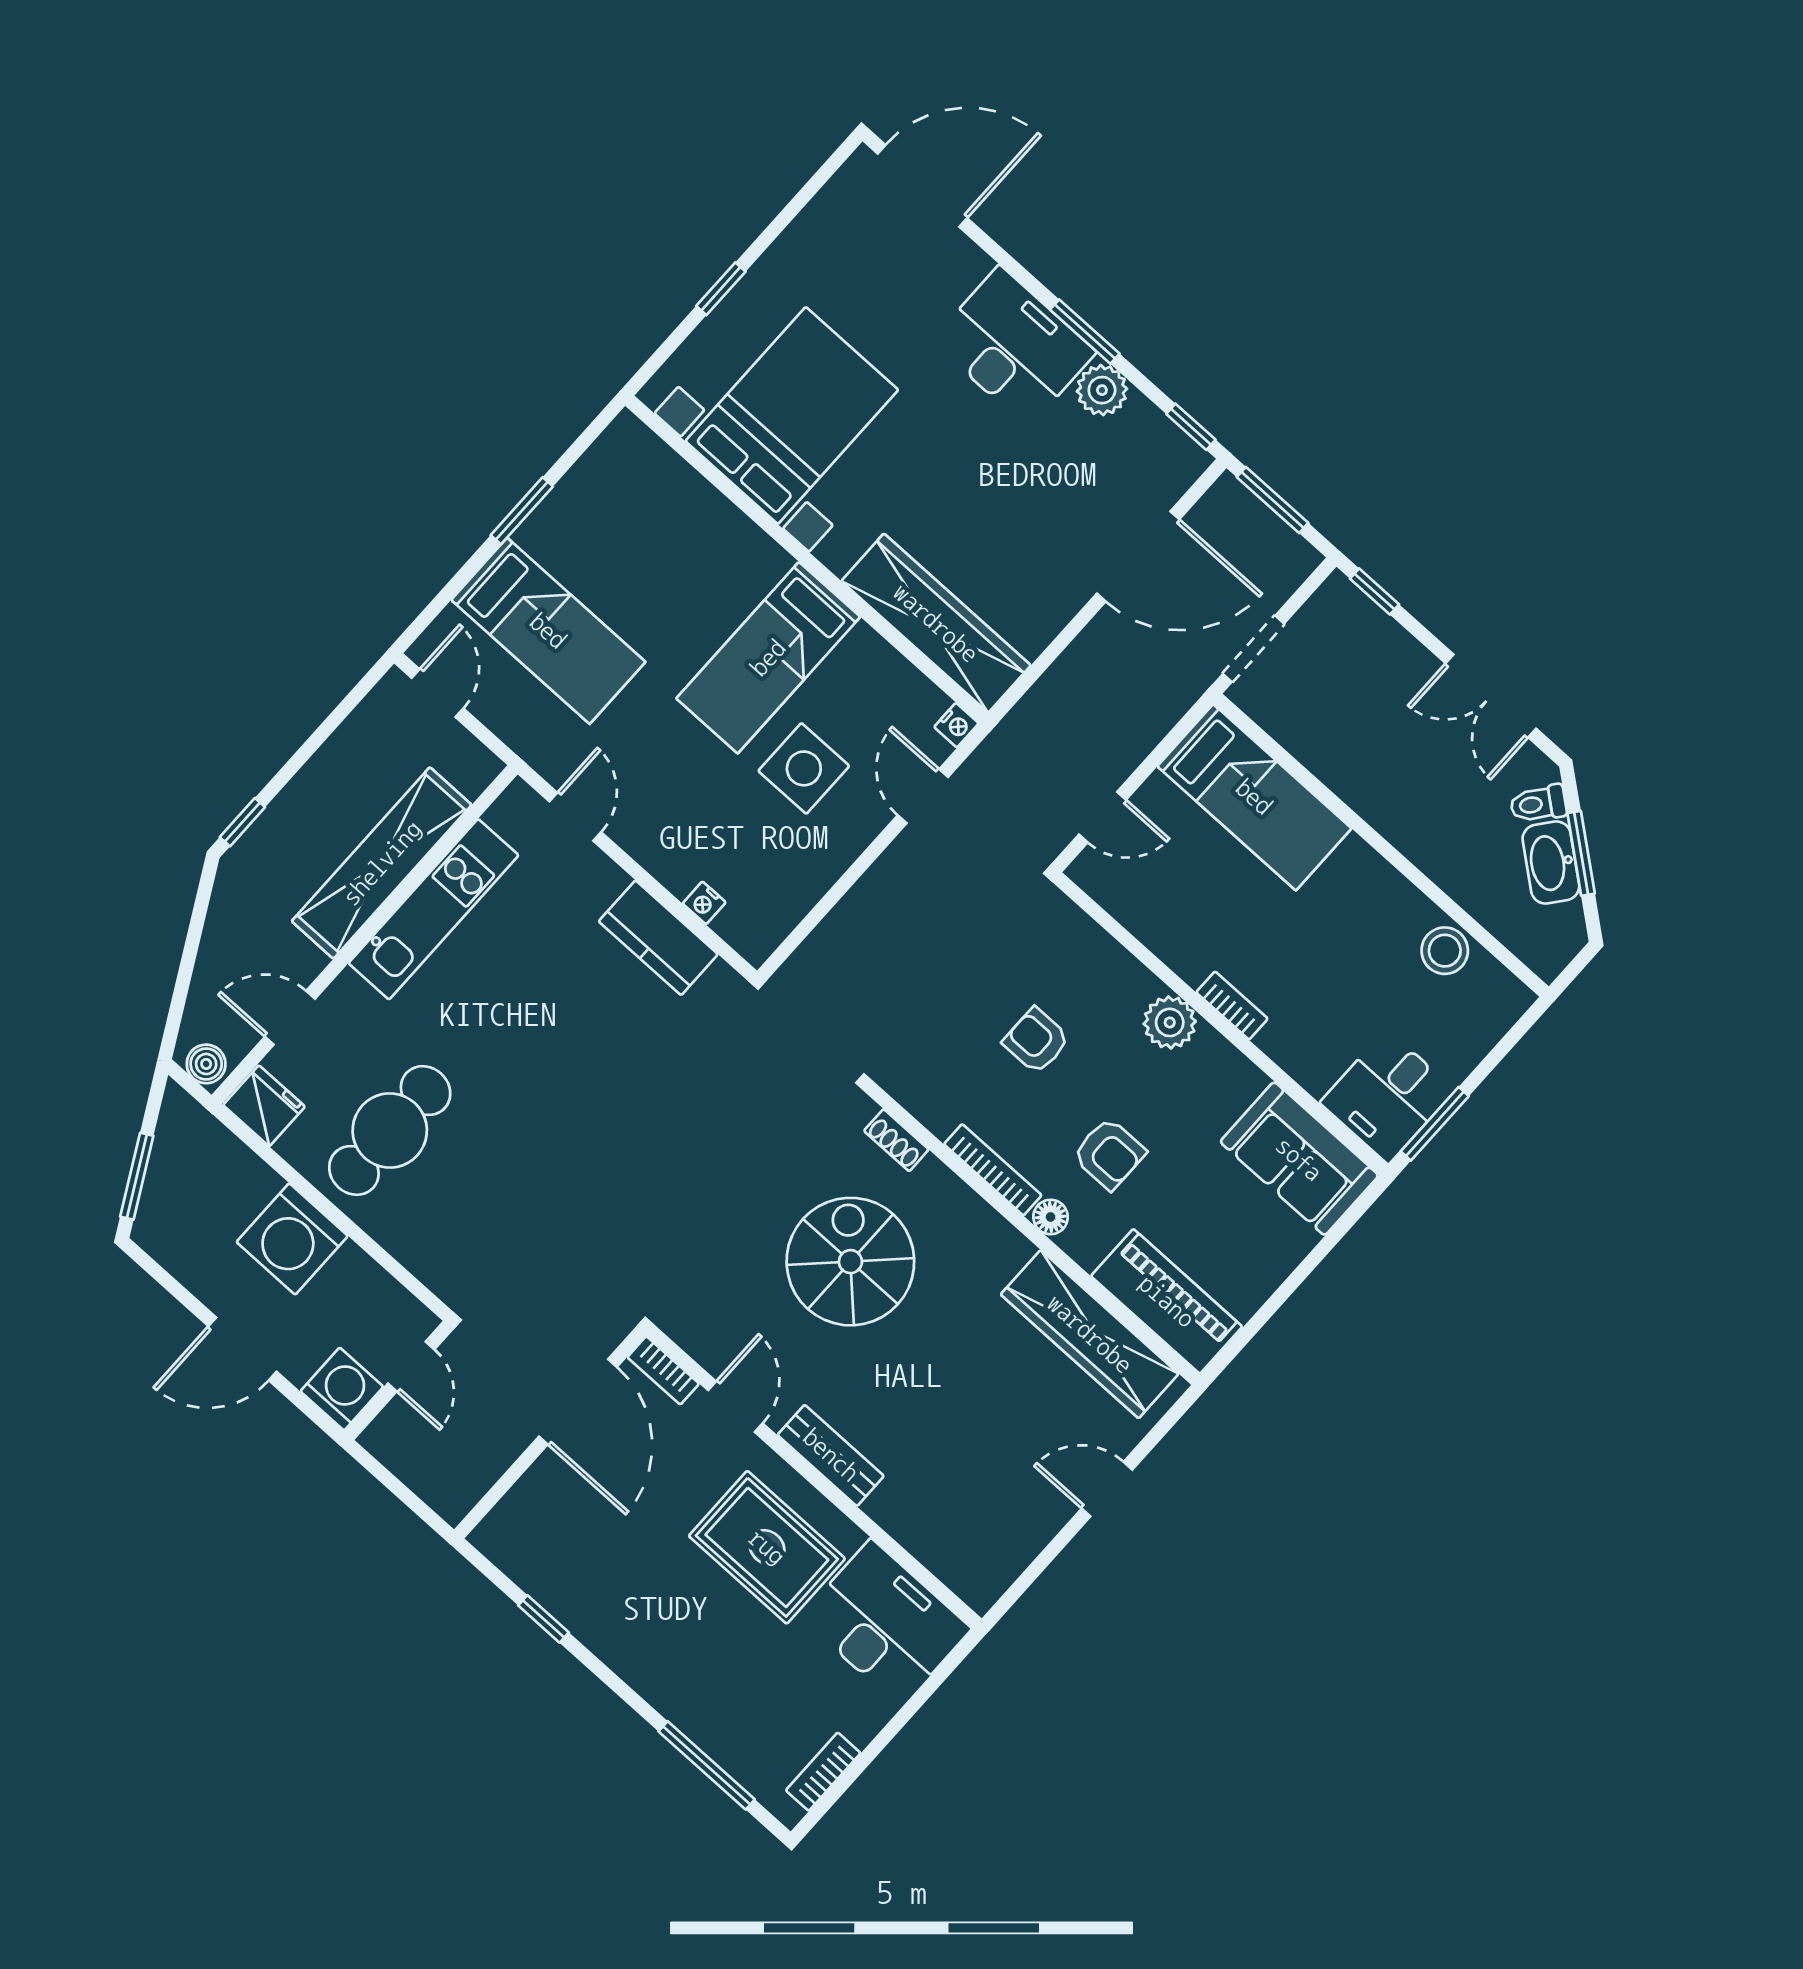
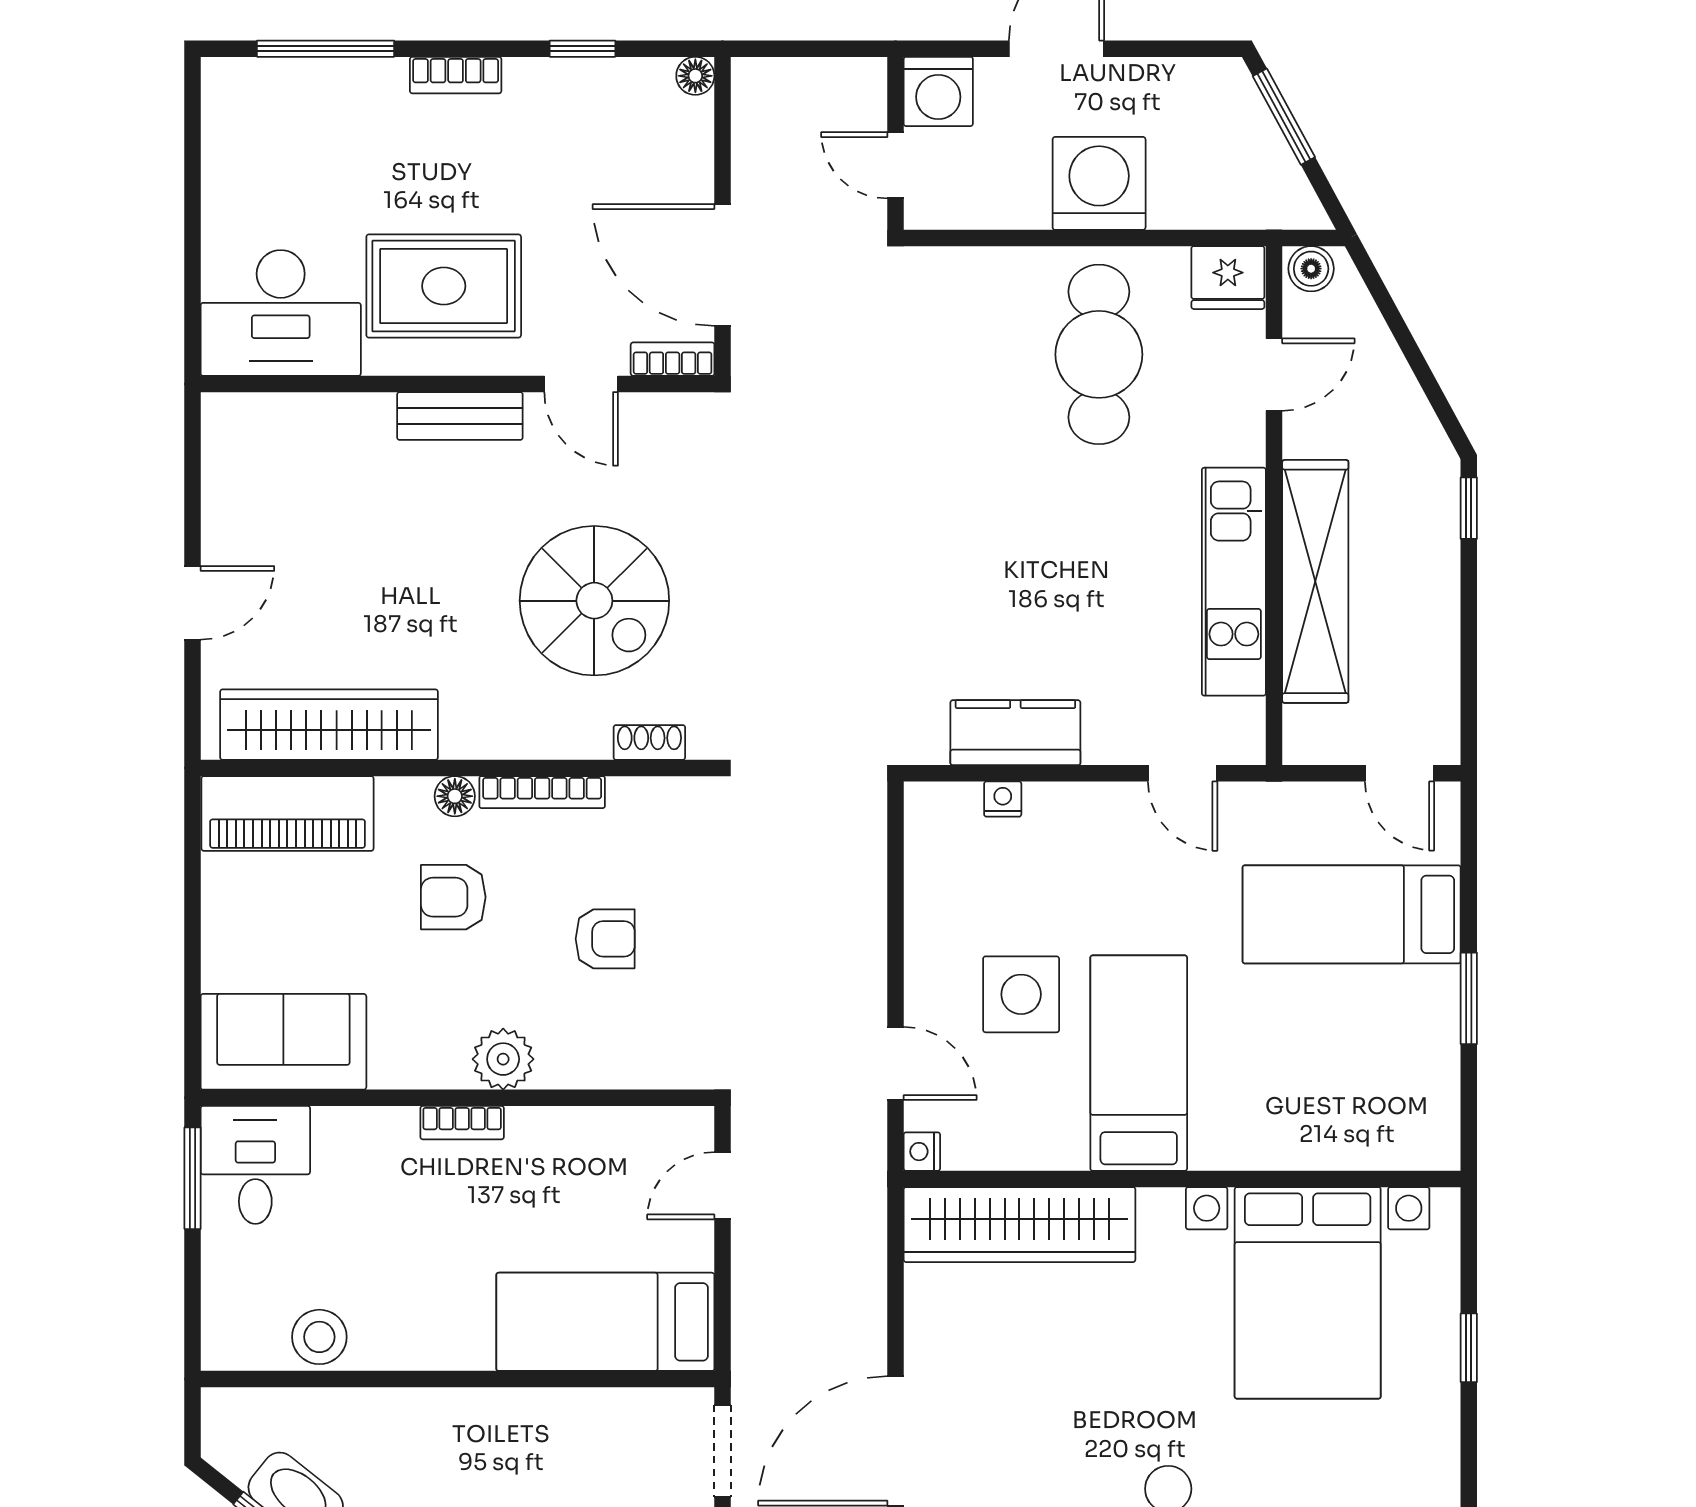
floor lamp: (487, 1537) -> (695, 76), added
bookcase: (823, 1772) -> (456, 75), moved, turned 90

